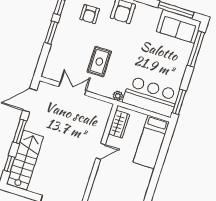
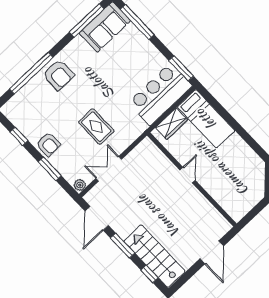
armchair: (90, 14) -> (48, 144), moved
window: (51, 33) -> (50, 169), moved
plant: (118, 96) -> (80, 185), moved
wardrobe: (119, 124) -> (172, 124), moved, turned 90

